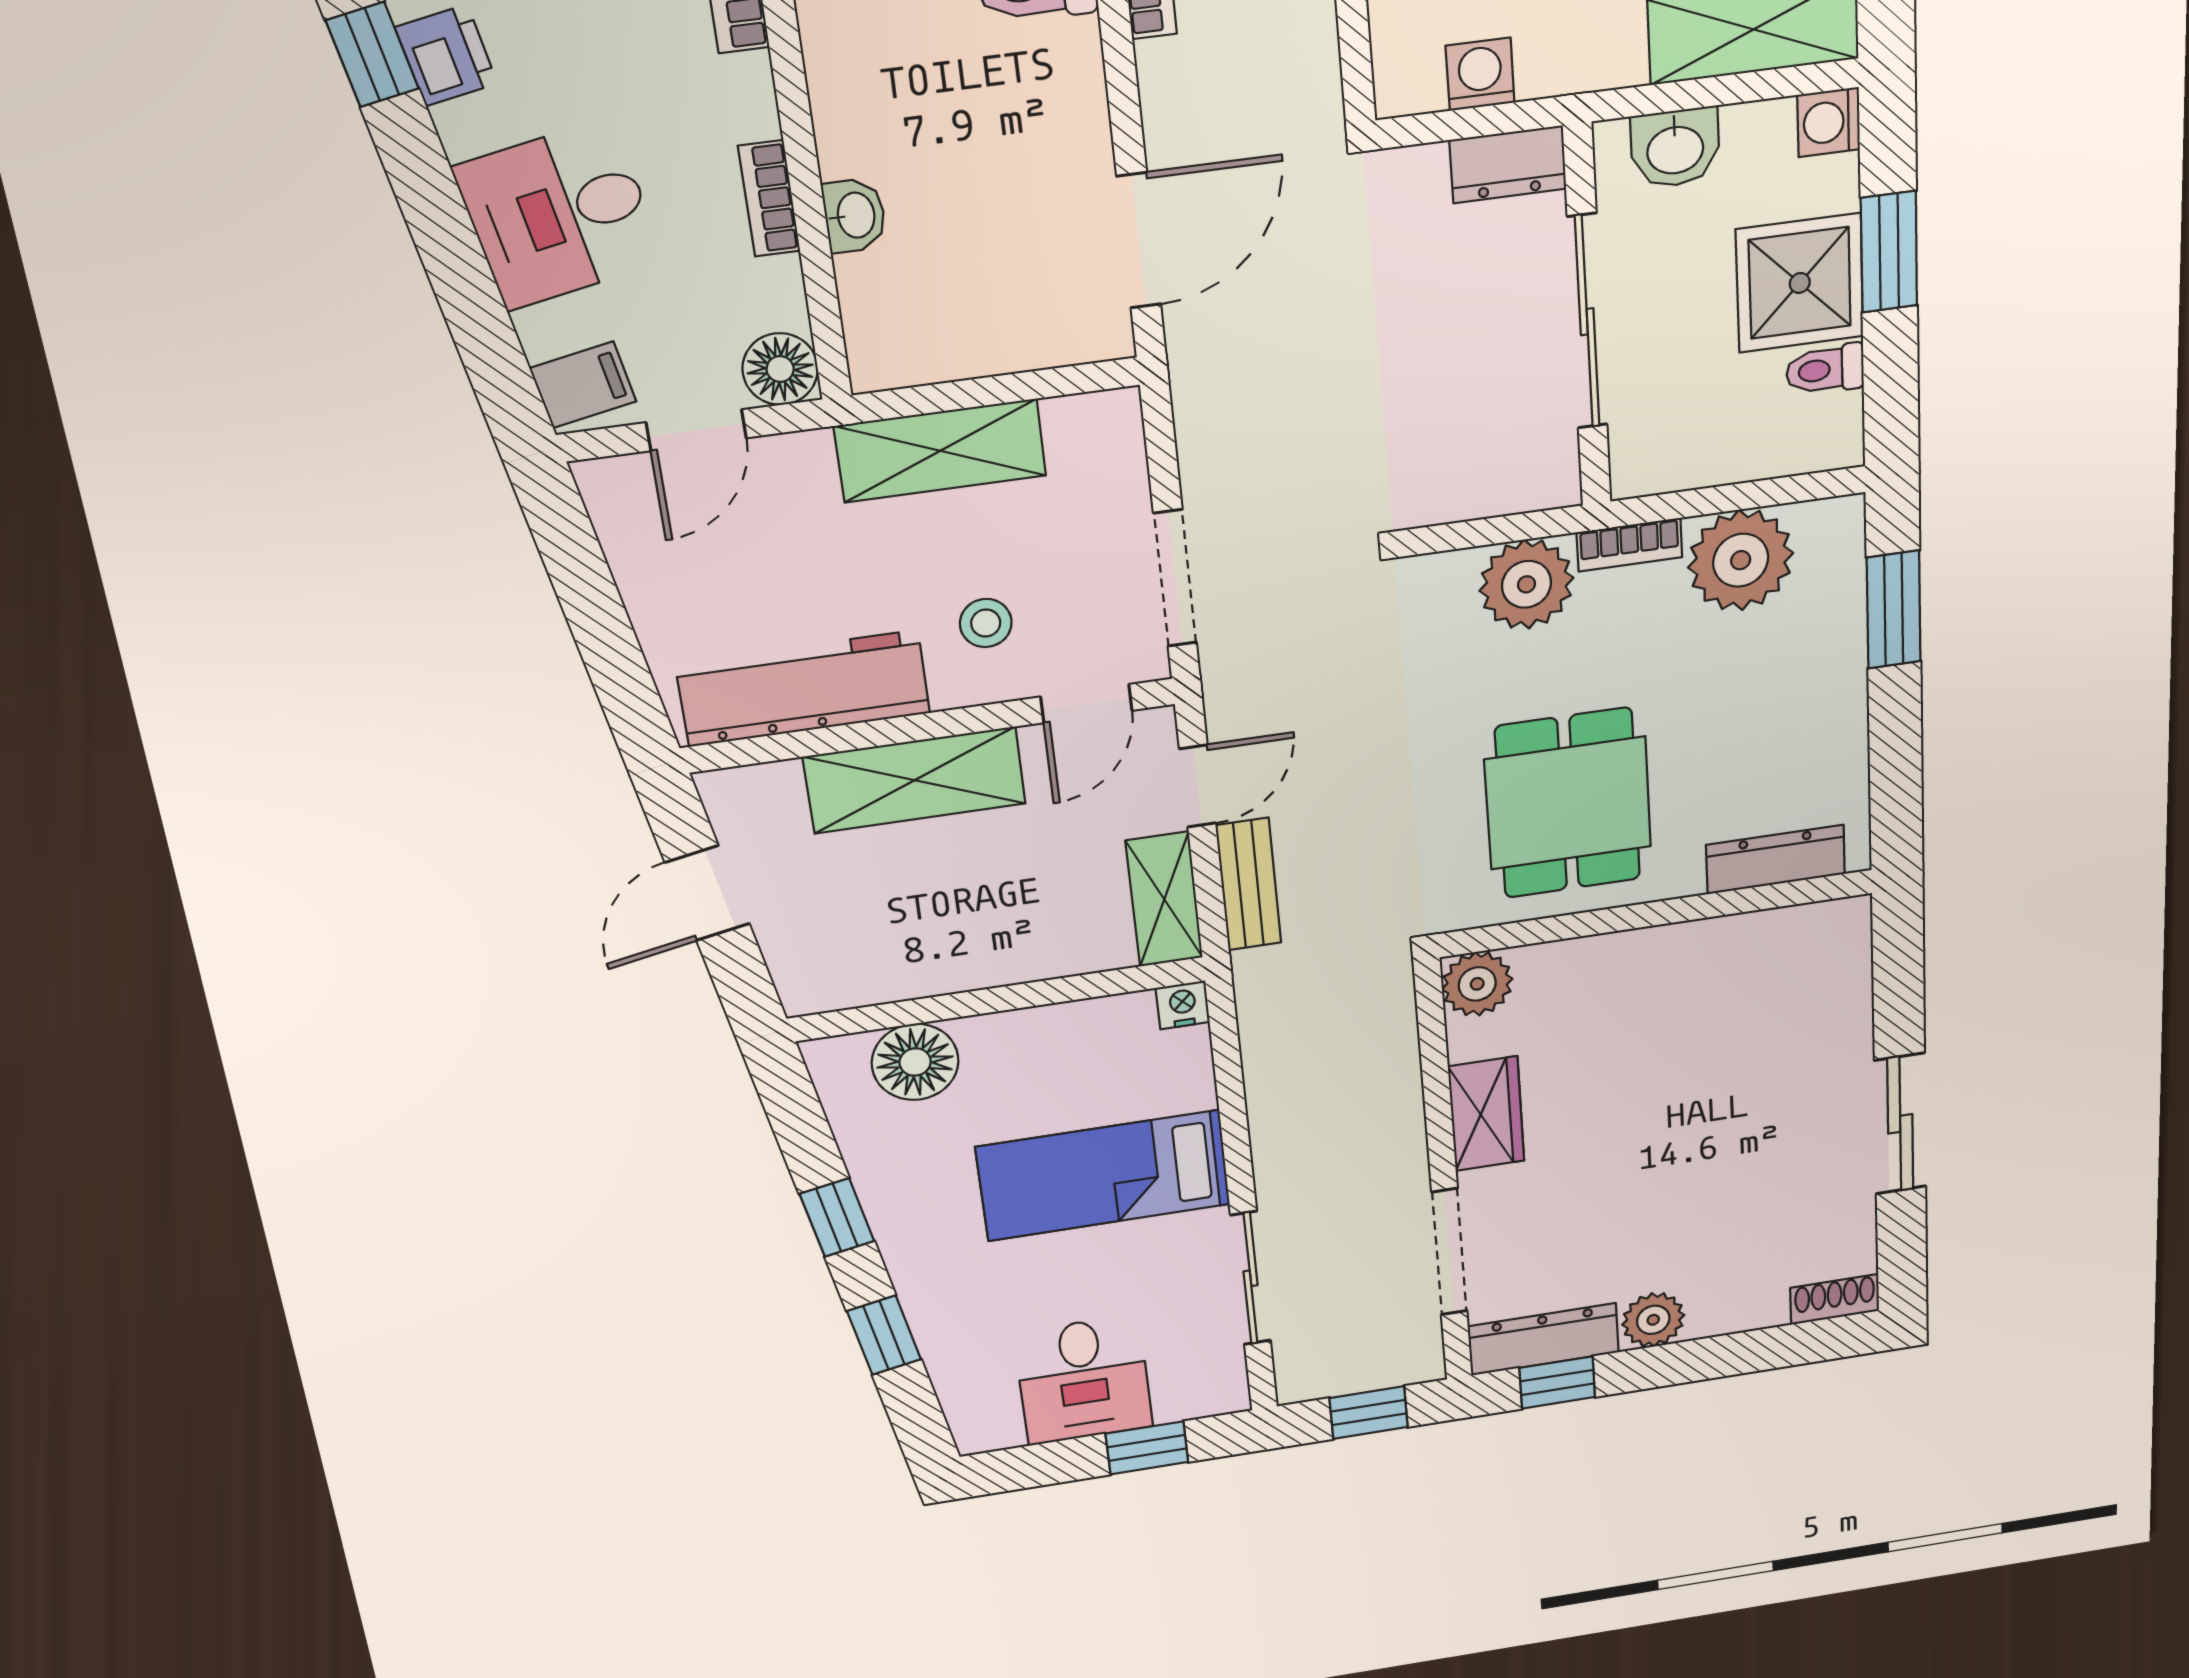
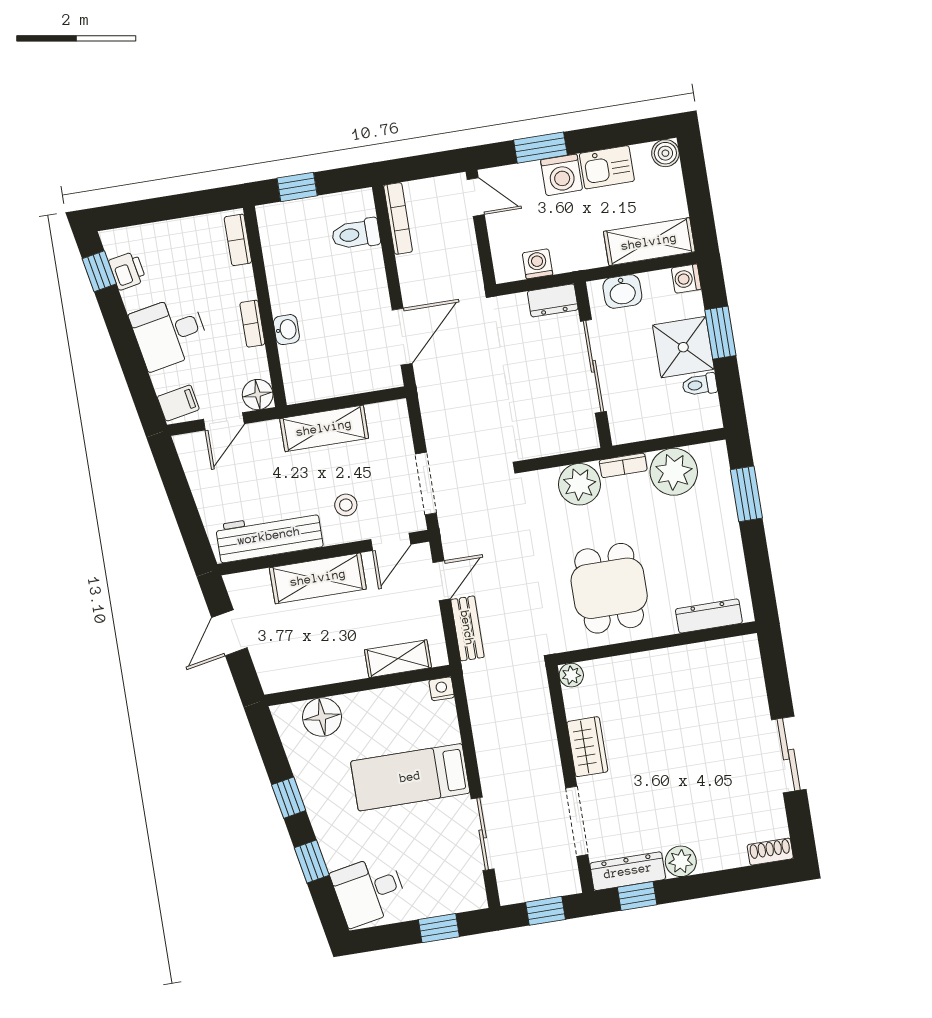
shelving: (1164, 899) -> (398, 659), moved, turned 90
plant: (1477, 984) -> (571, 675), width x0.73, depth x0.73
desk: (1083, 1380) -> (369, 891), moved, turned 79

